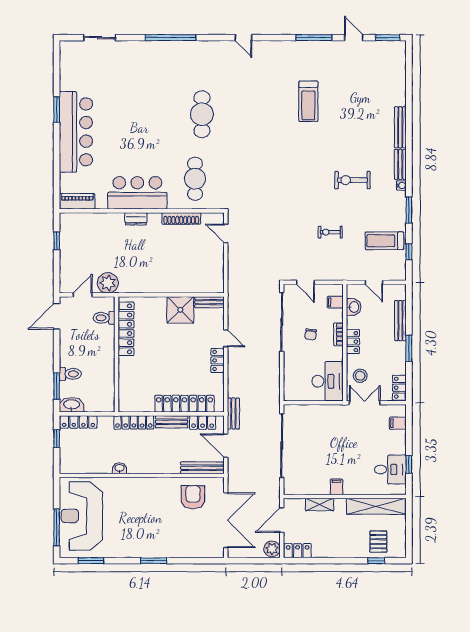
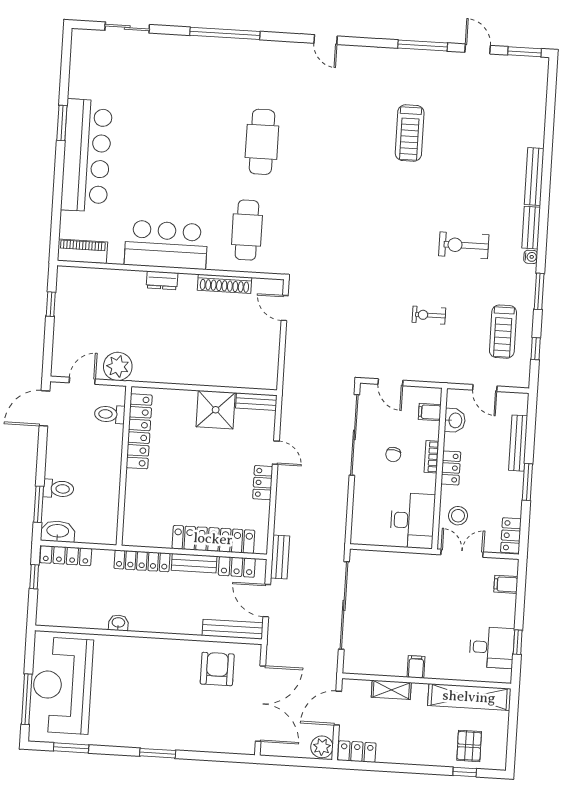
treadmill: (385, 241) -> (503, 332), turned -90

